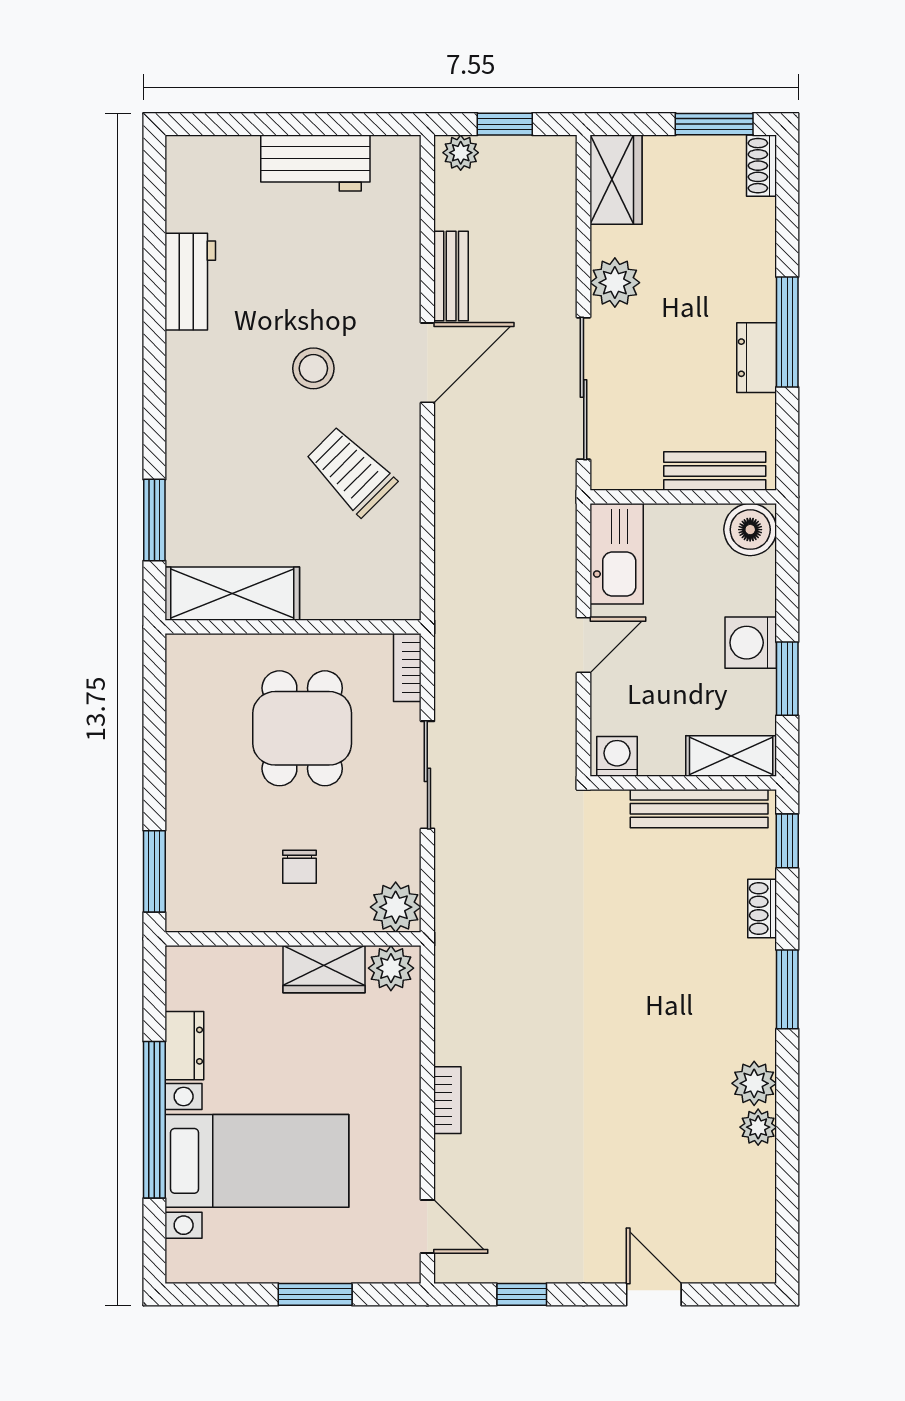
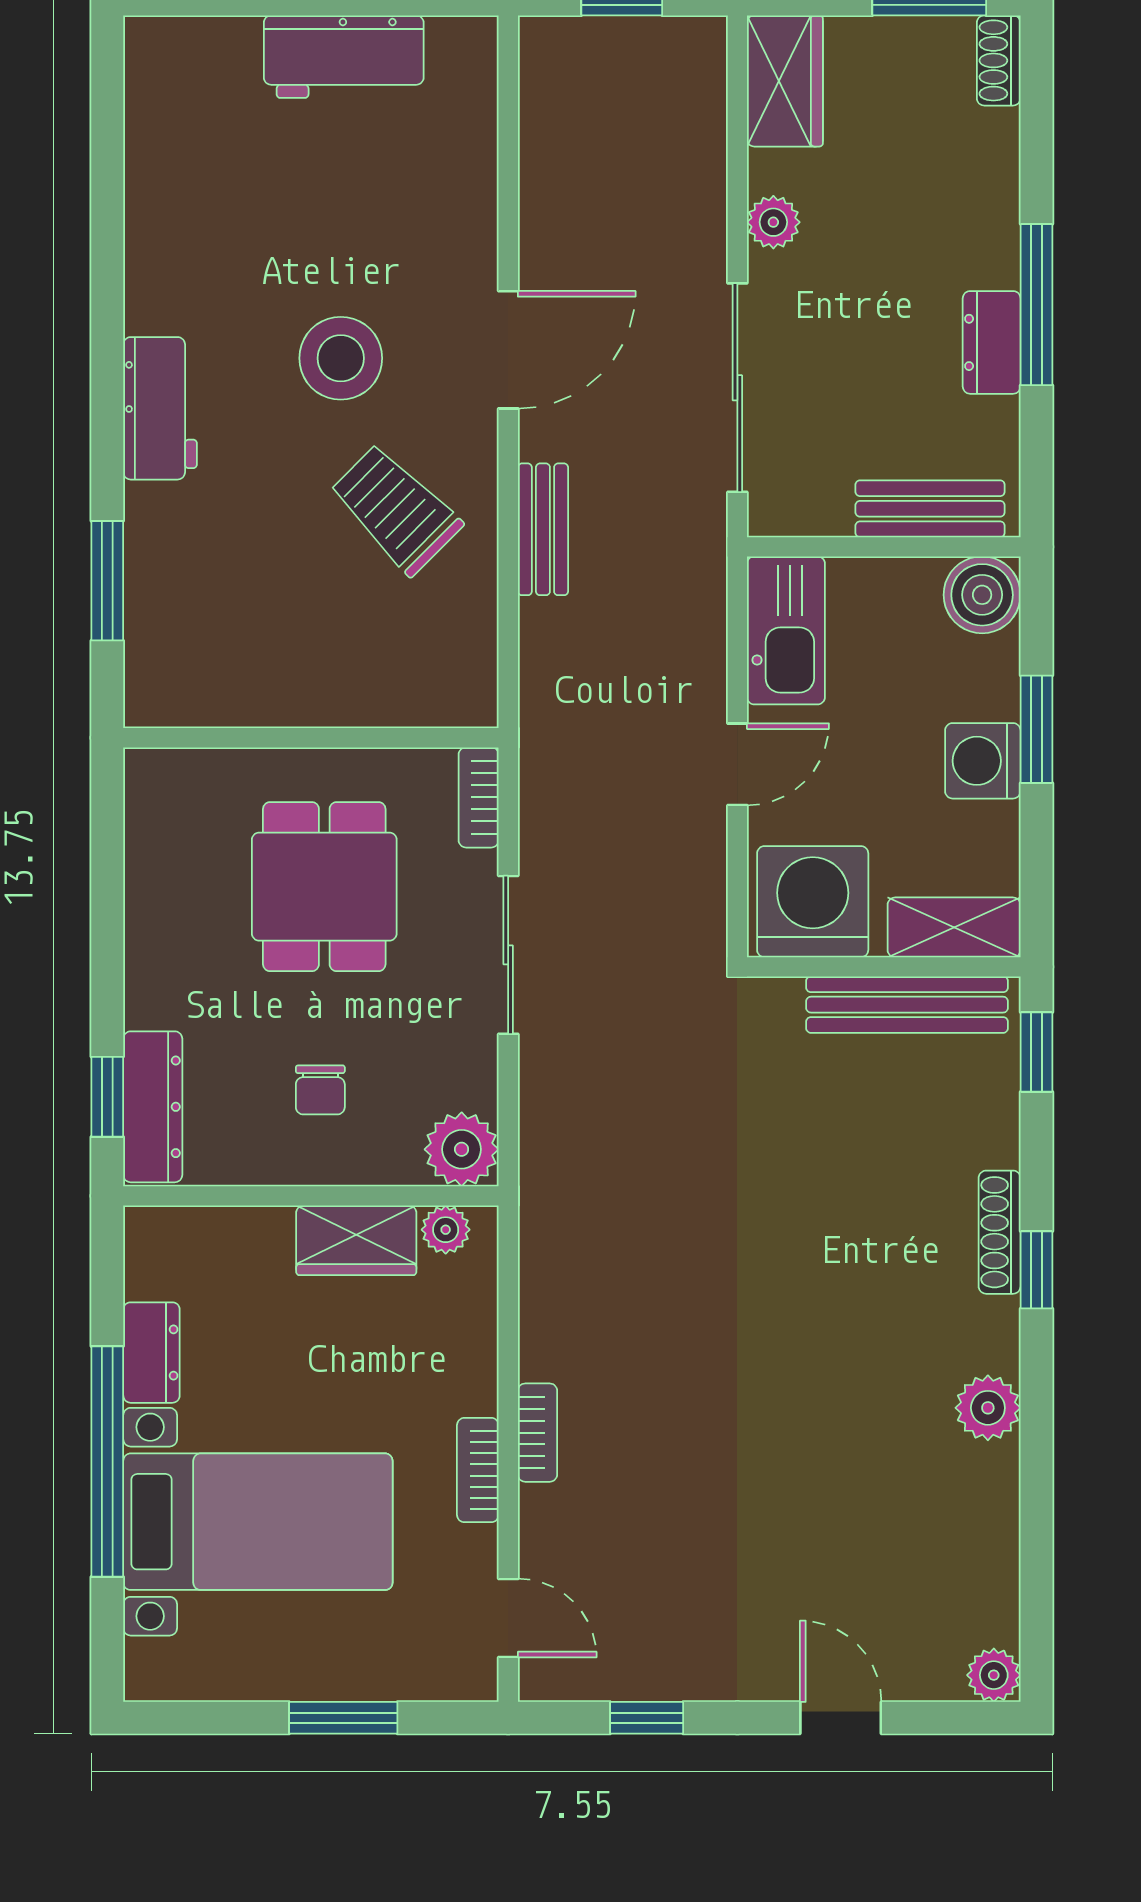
plant: (461, 153) -> (557, 41), removed
bench: (451, 276) -> (543, 529), moved
workbench: (190, 282) -> (160, 408), moved
plant: (615, 283) -> (773, 222), width x0.73, depth x0.73
stool: (313, 368) -> (341, 358), width x1.38, depth x1.38
shelving: (232, 594) -> (222, 689), removed
window: (787, 679) -> (1036, 729), moved
washing machine: (617, 756) -> (813, 902), width x1.89, depth x1.89
window: (154, 871) -> (107, 1097), width x0.67
dresser: (185, 878) -> (153, 1107), added
shoe rack: (762, 909) -> (1000, 1232), moved, width x1.43
plant: (391, 968) -> (446, 1230), width x0.73, depth x0.73
window: (787, 989) -> (1036, 1270), width x0.67
bookcase: (407, 1126) -> (478, 1470), added
plant: (758, 1127) -> (994, 1675), moved

